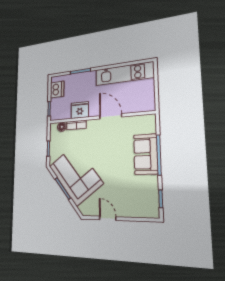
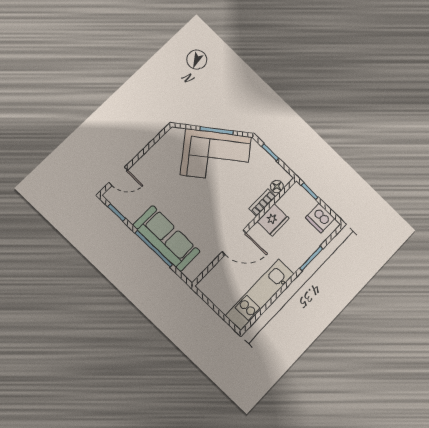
sofa: (146, 154) -> (166, 238), width x1.36
door: (108, 218) -> (118, 176), moved

